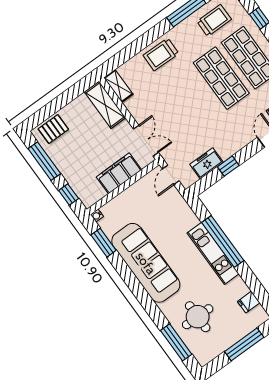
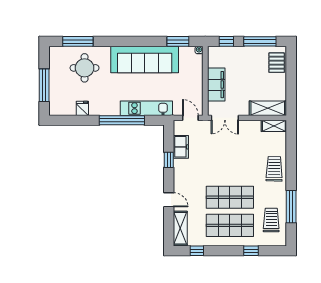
trolley: (214, 20) -> (271, 220), turned 180
kitchen unit: (213, 253) -> (146, 108), moved
fridge: (249, 302) -> (82, 108), moved

